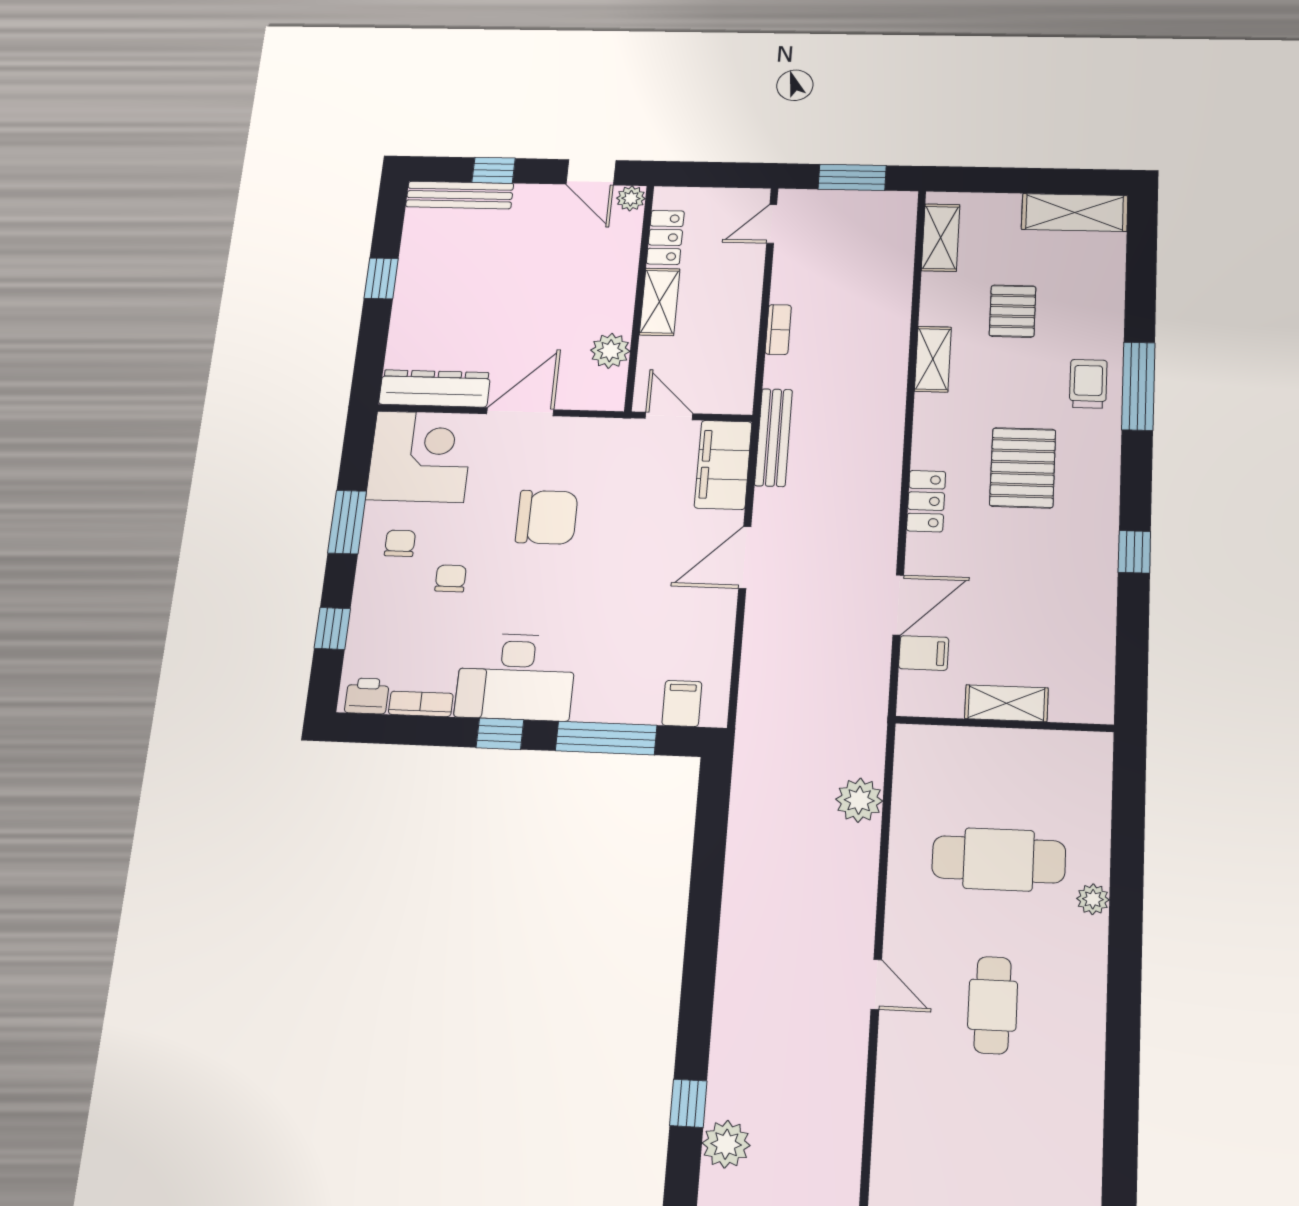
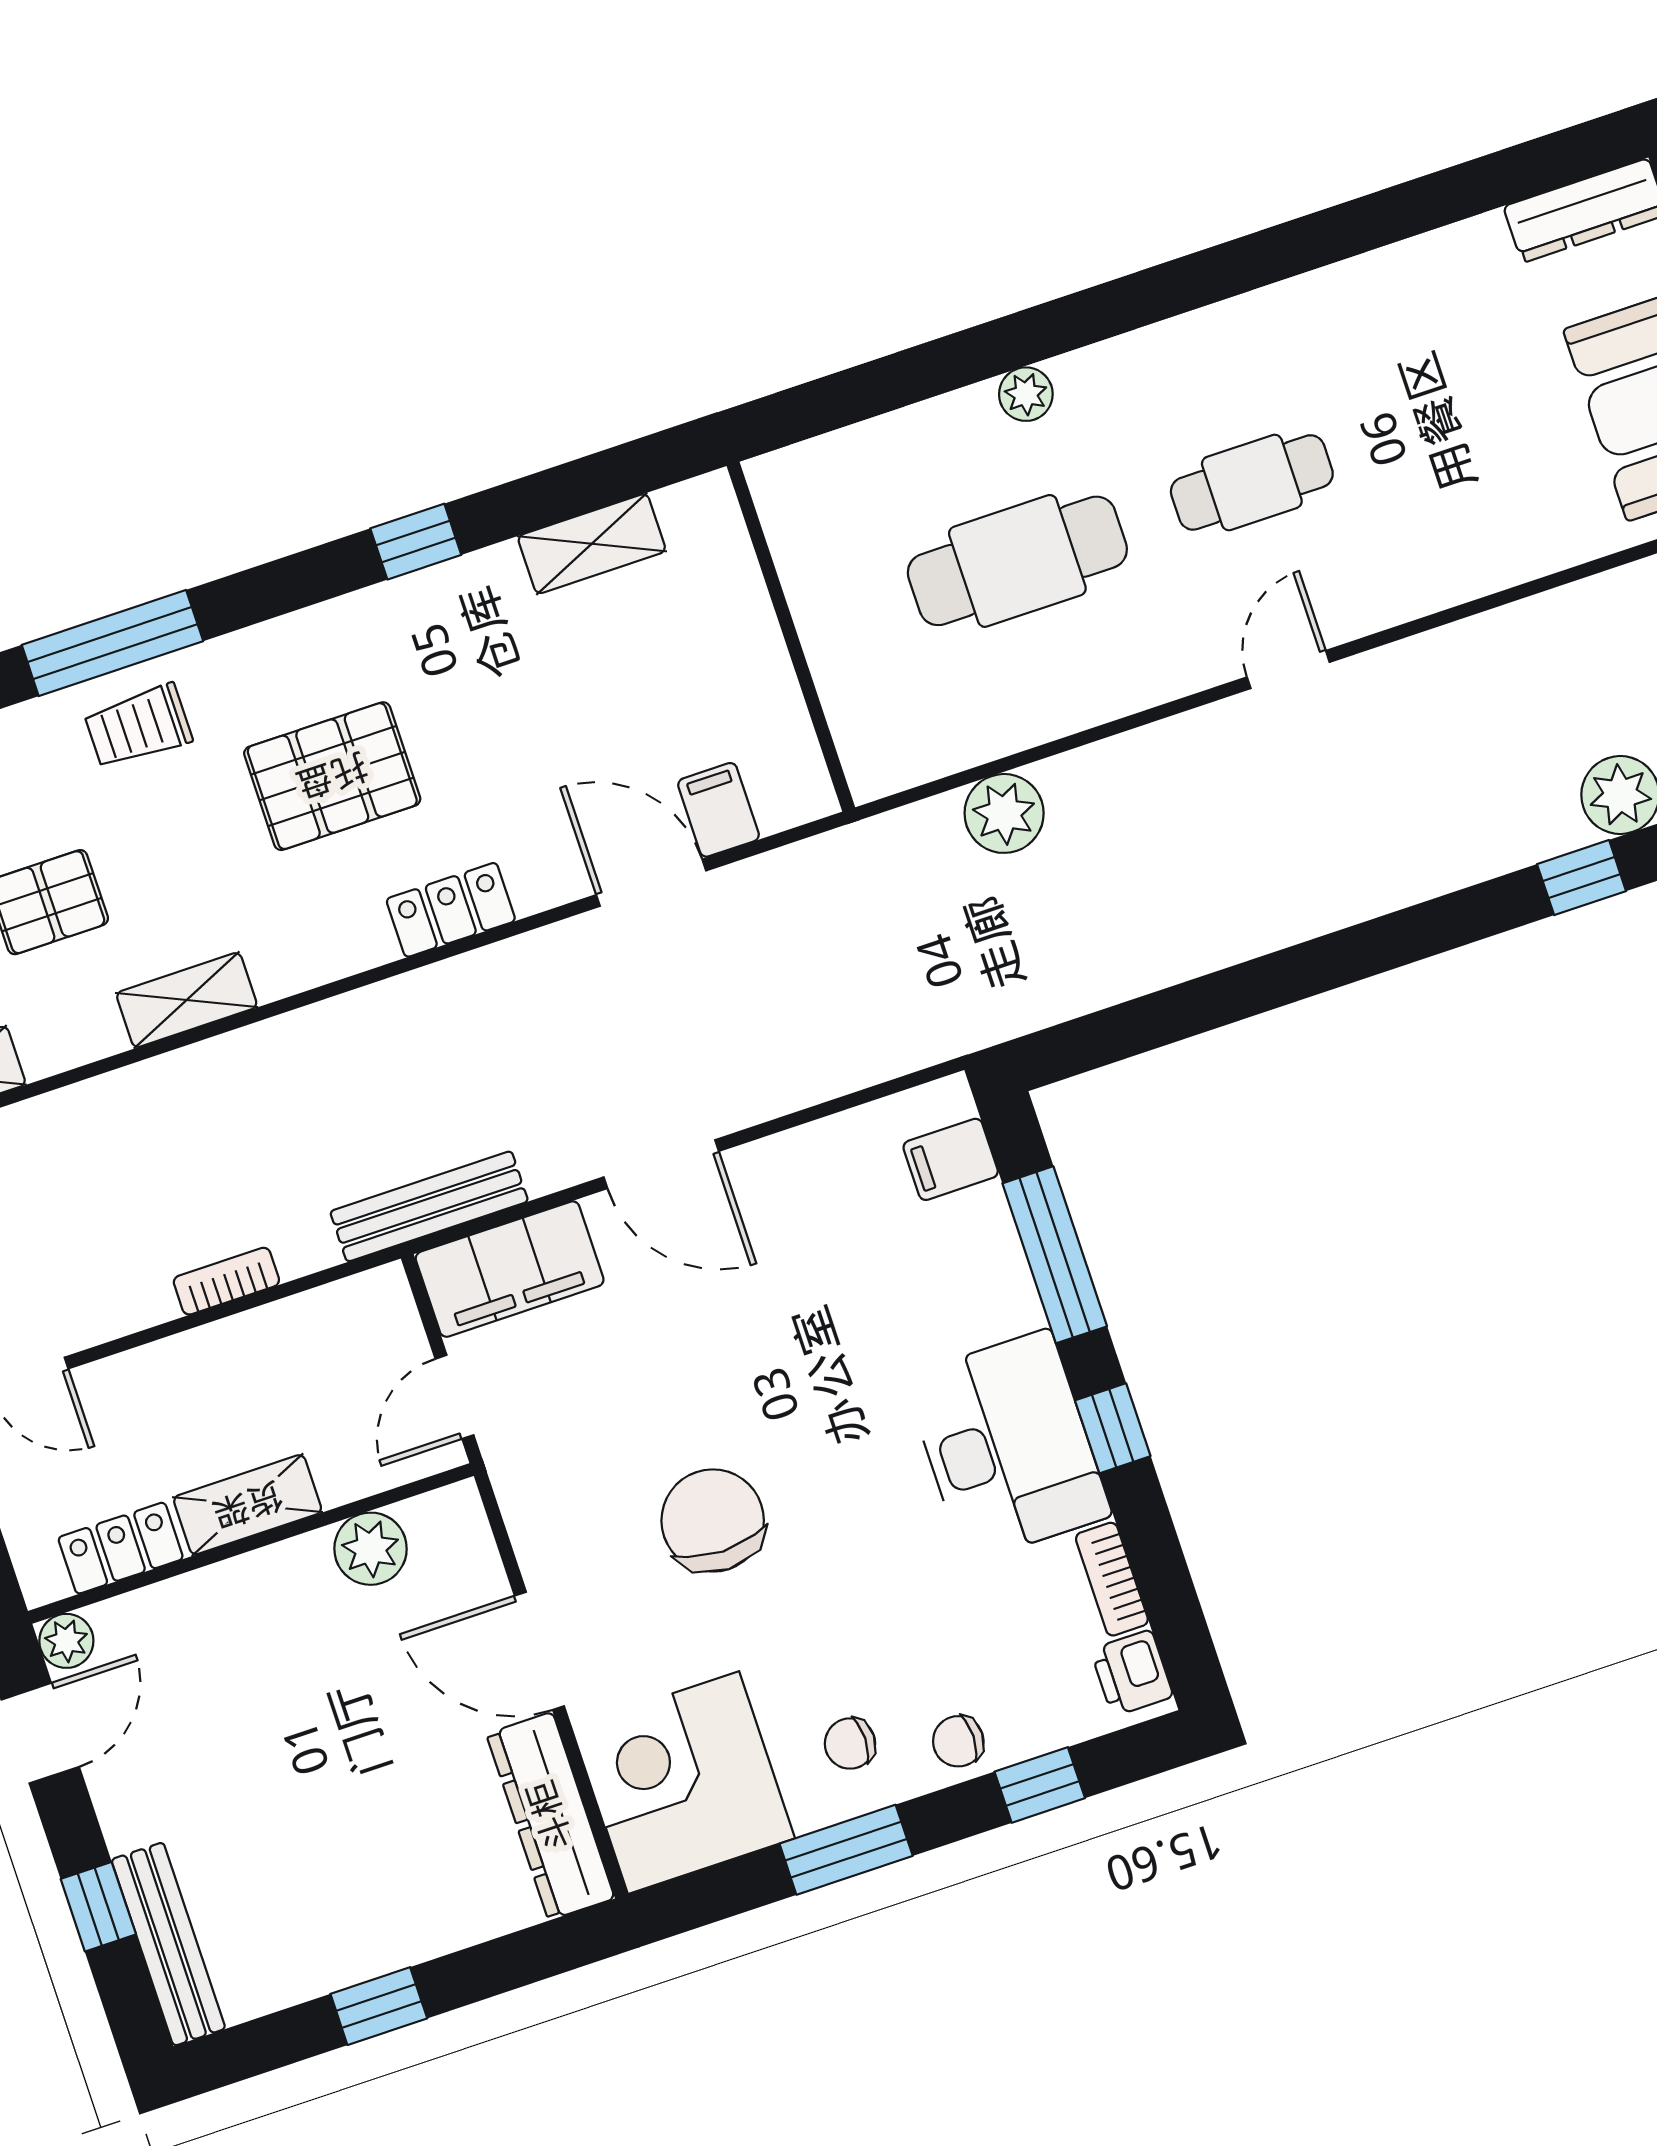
chair: (451, 578) -> (958, 1741), moved
shelving: (1006, 703) -> (592, 544), moved, turned 90
cafe table: (999, 859) -> (1017, 561), turned 90

